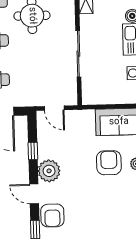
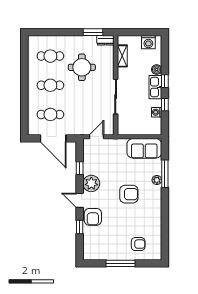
door: (54, 108) -> (96, 137), swing flipped
armchair: (109, 163) -> (129, 194), moved, turned 90

